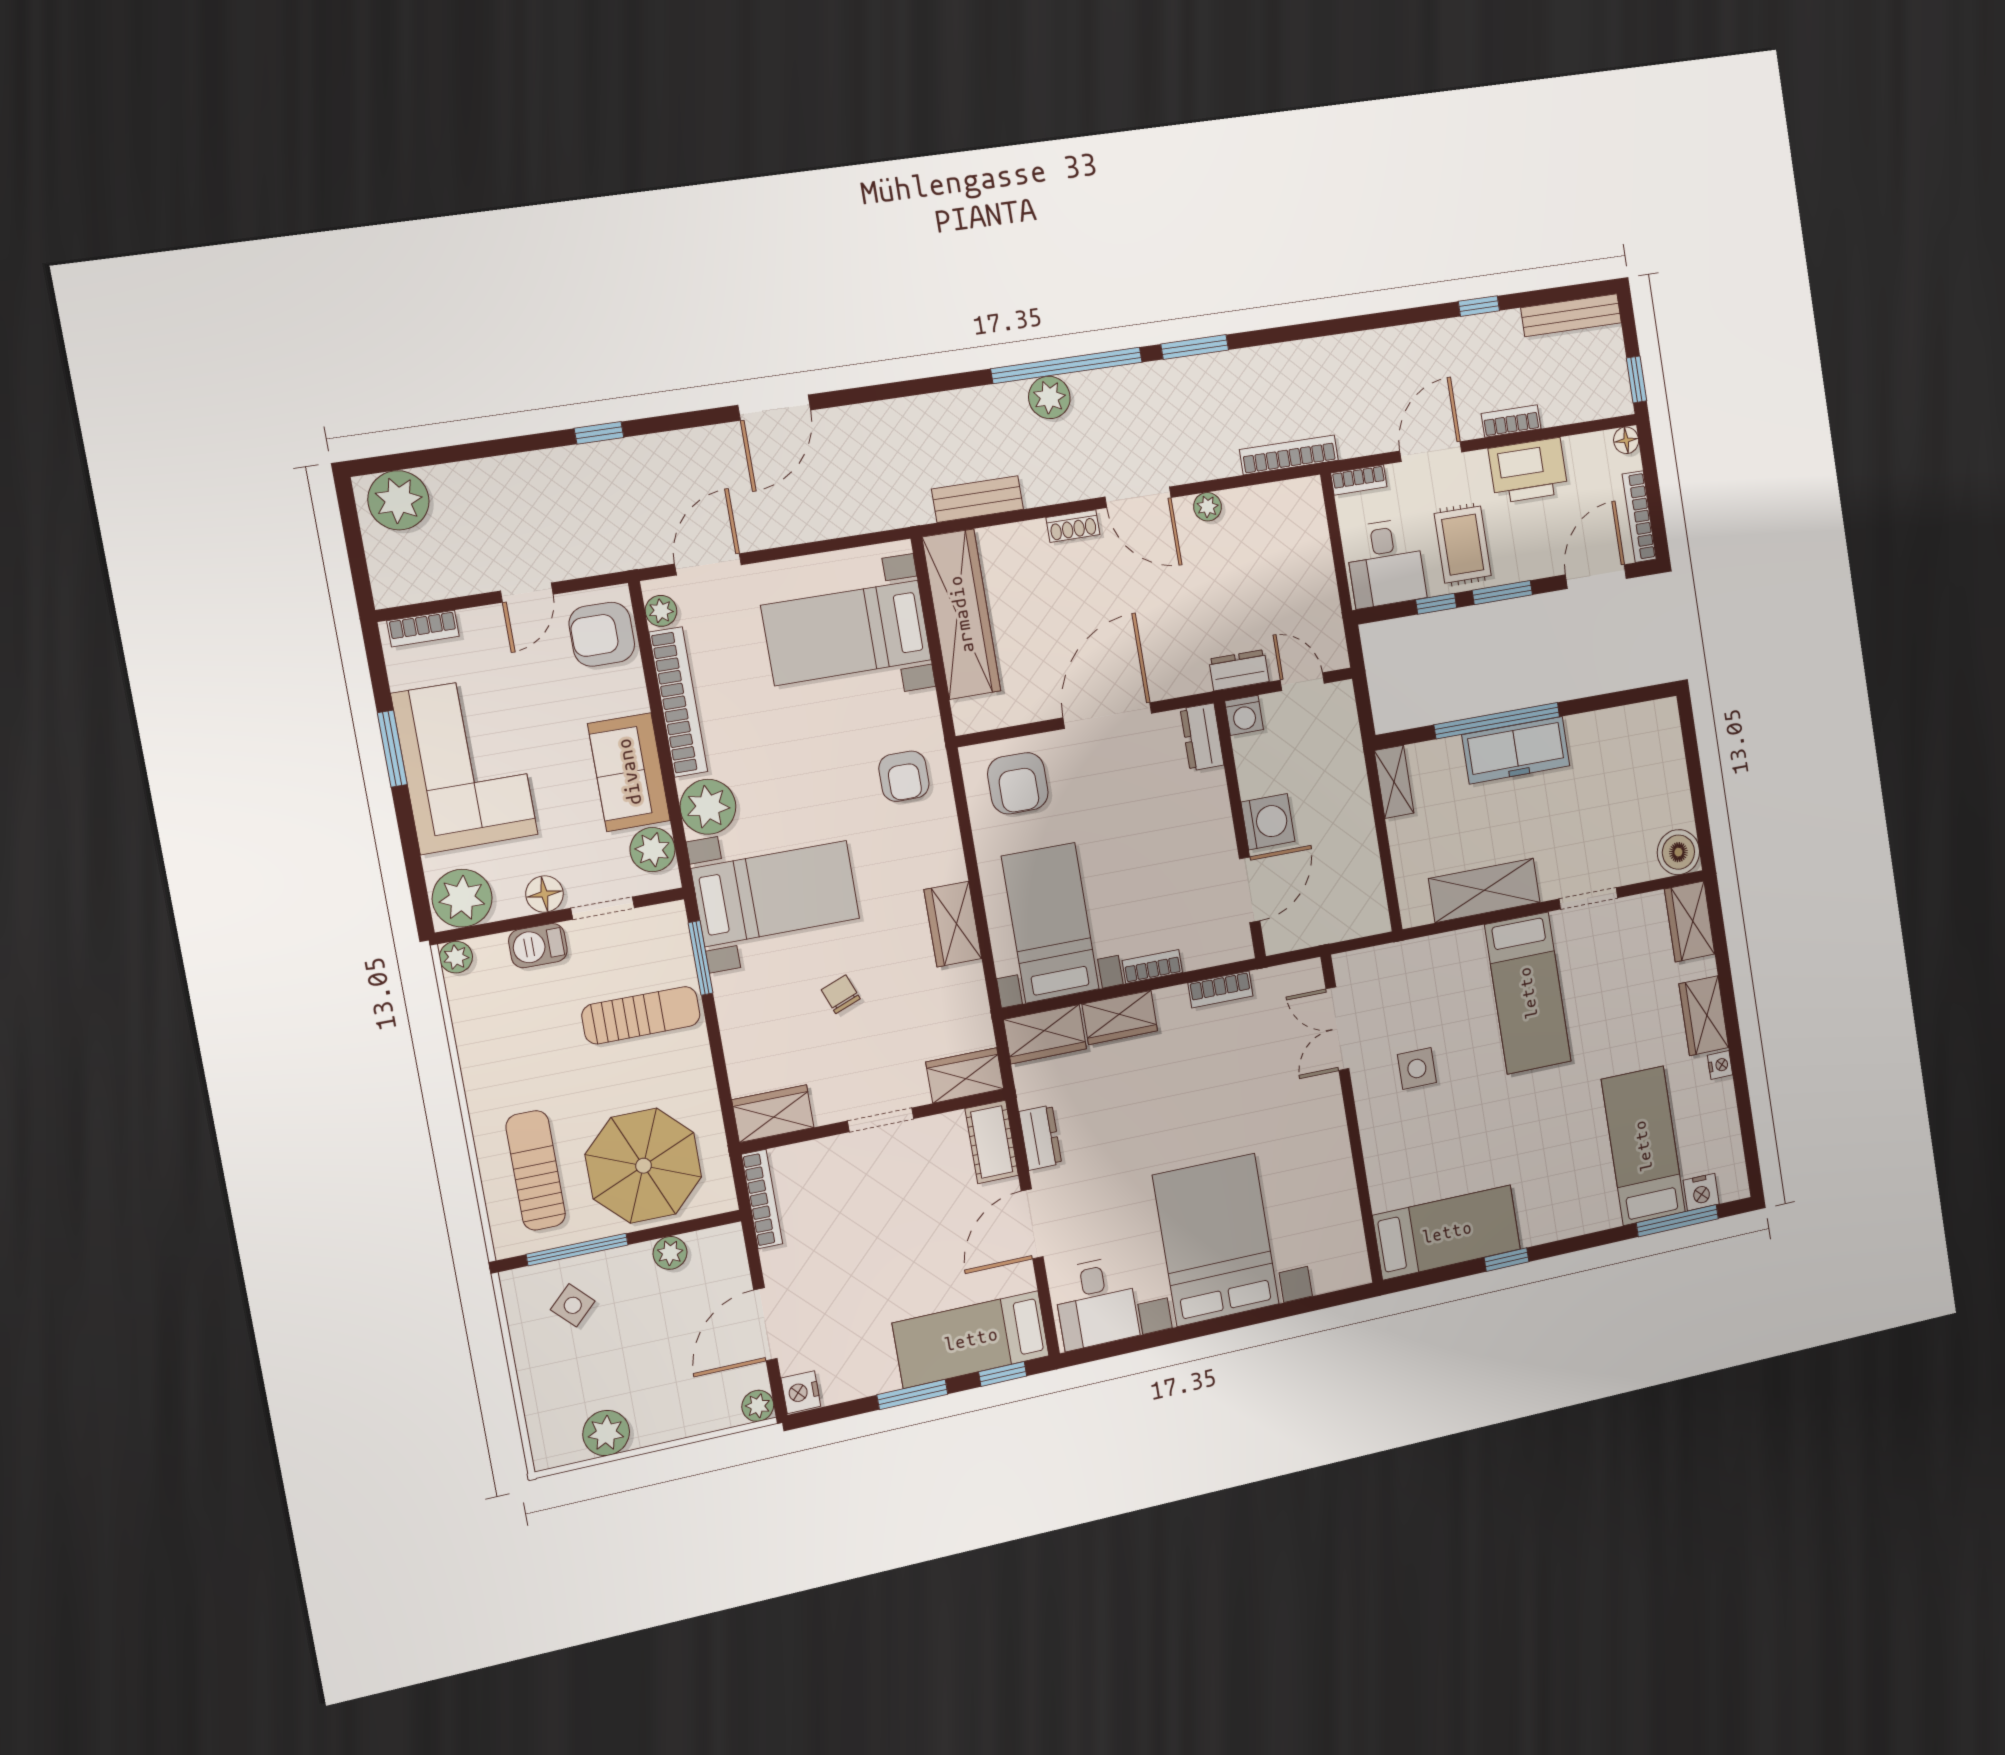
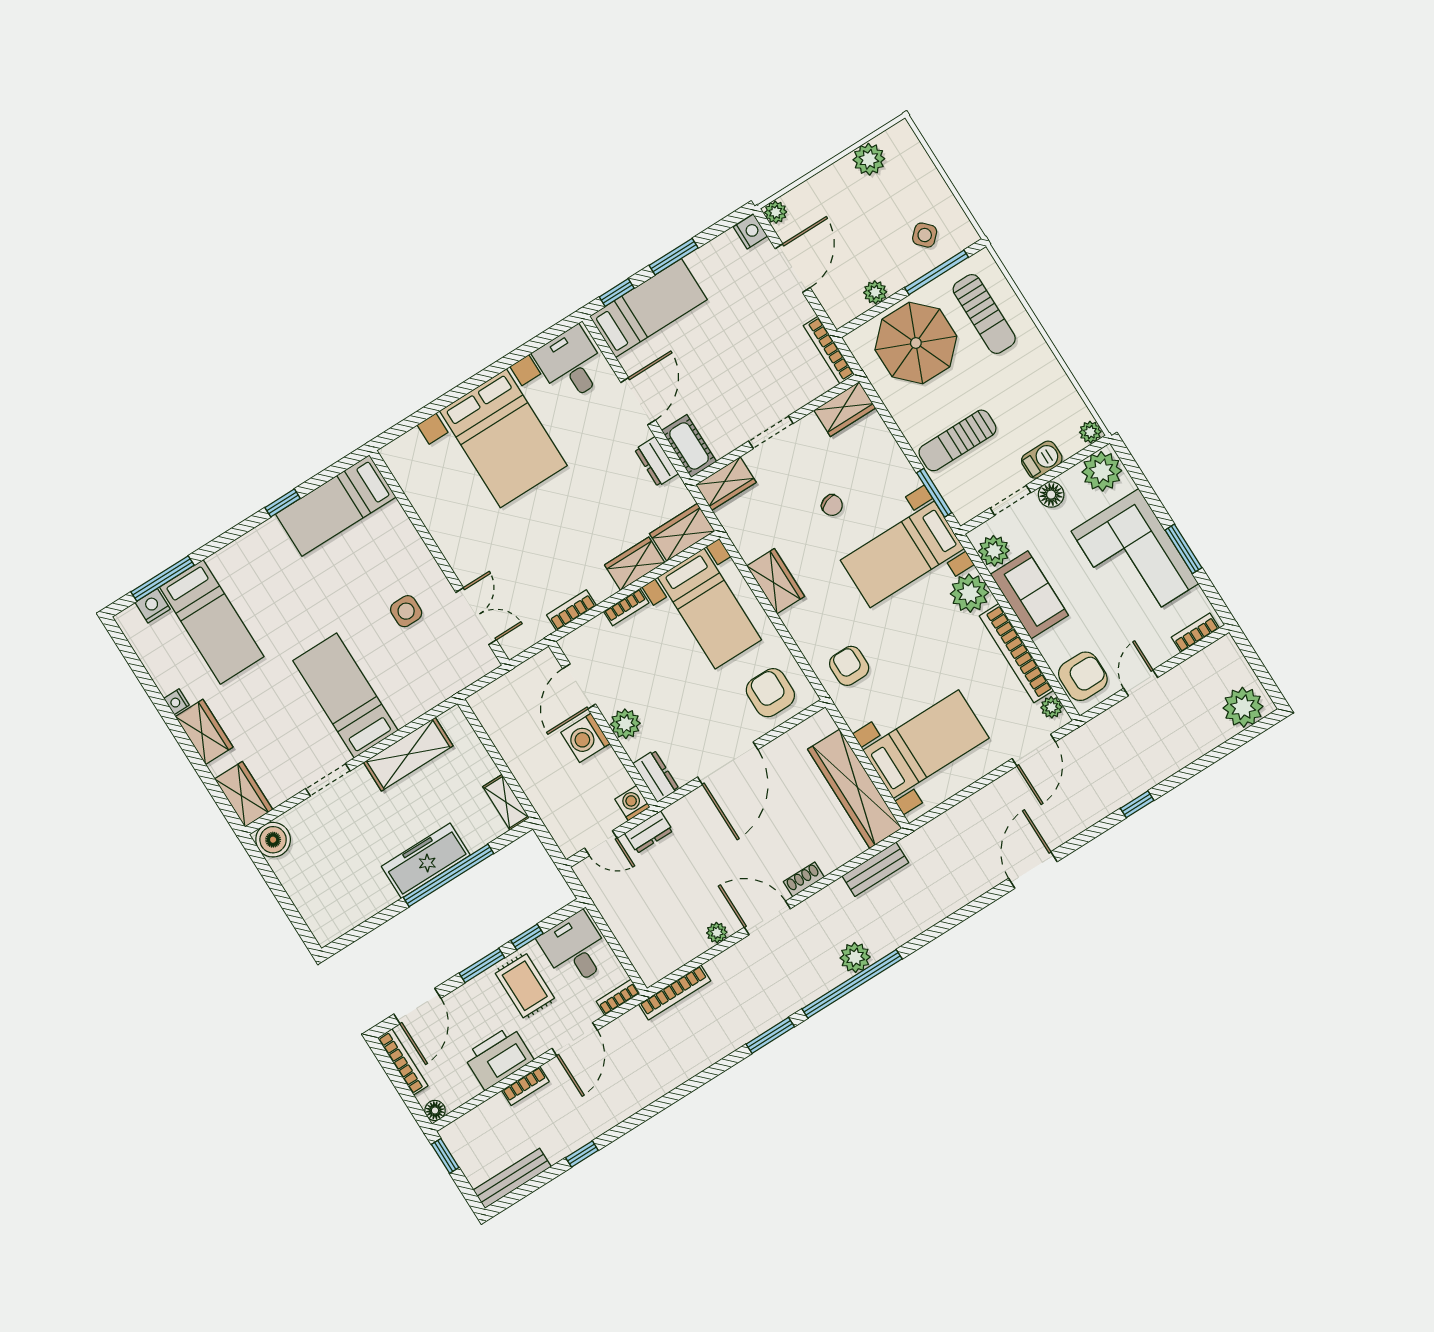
plant: (1213, 819) -> (625, 724), added

